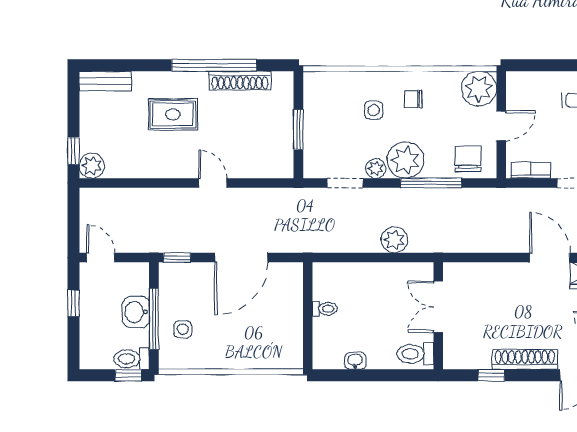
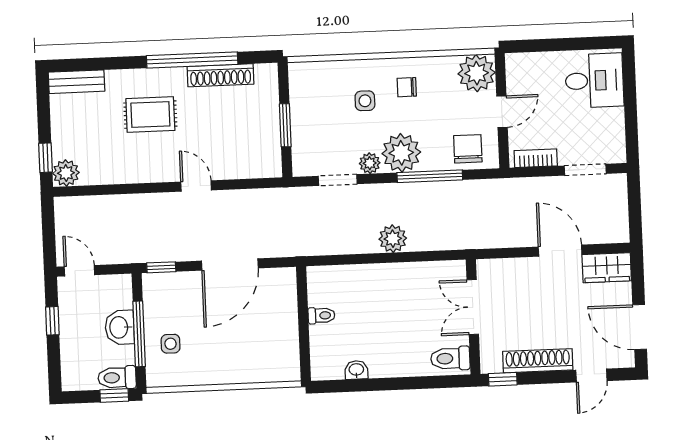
double door: (438, 307) -> (473, 307), moved
wall: (438, 316) -> (473, 317), moved
toilet: (415, 354) -> (450, 358), moved

